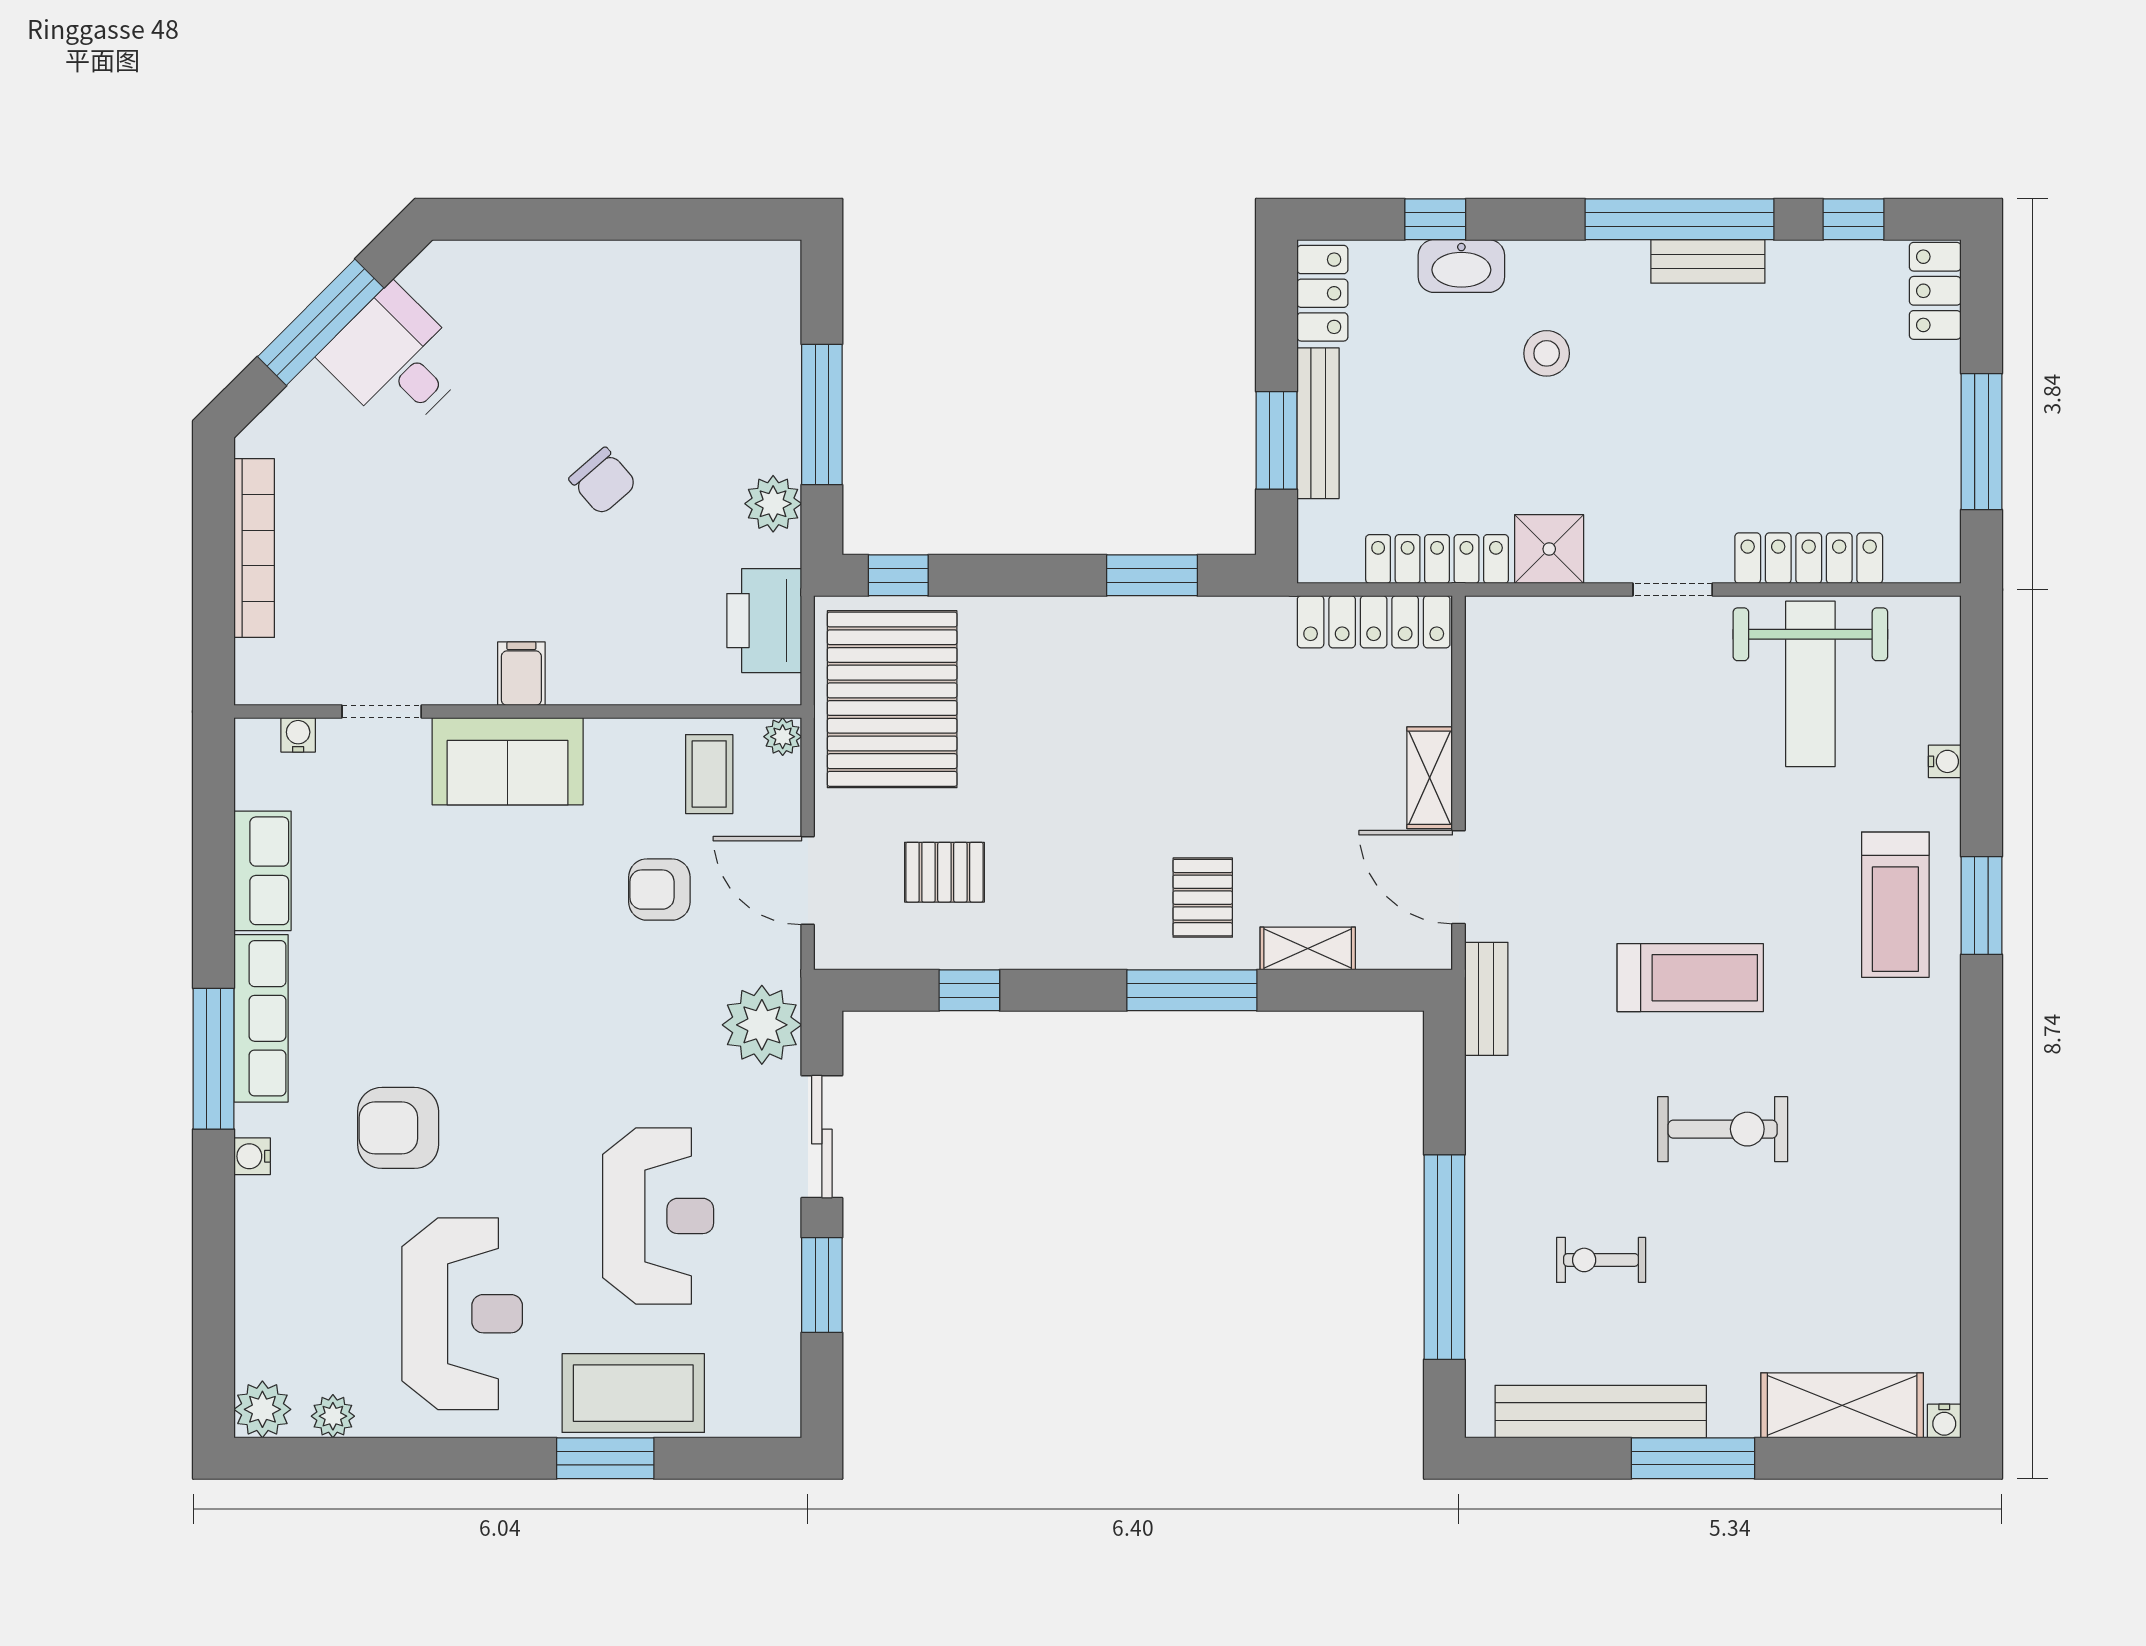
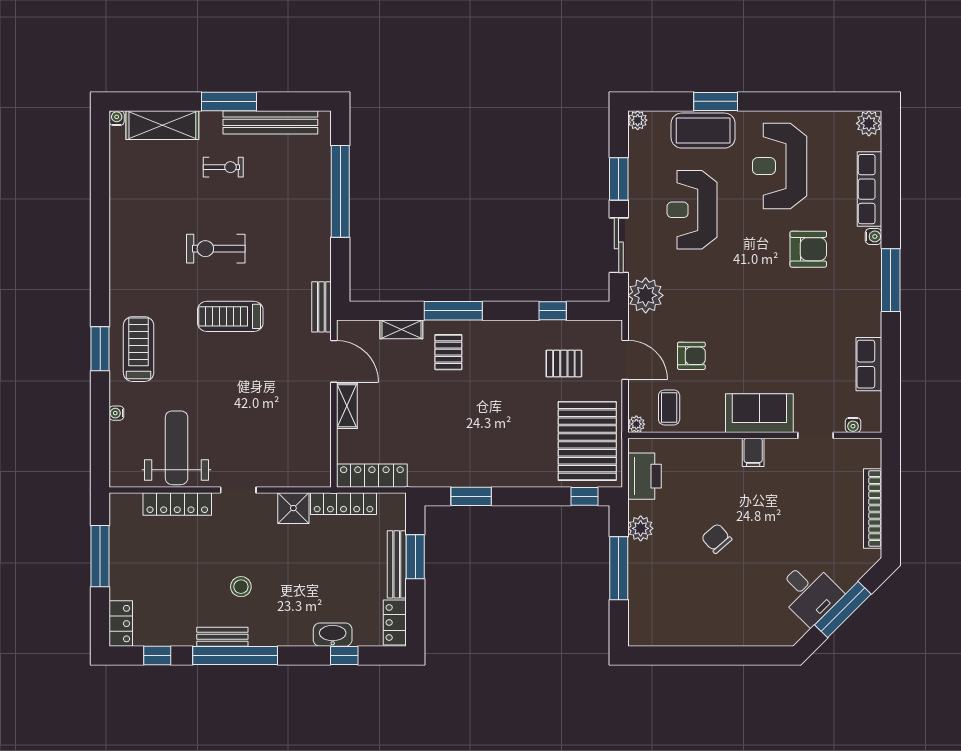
stool: (1547, 353) -> (241, 587), moved
row of seats: (261, 1018) -> (870, 189), moved
exercise bike: (1601, 1260) -> (223, 167), moved
plant: (333, 1416) -> (638, 120), moved

